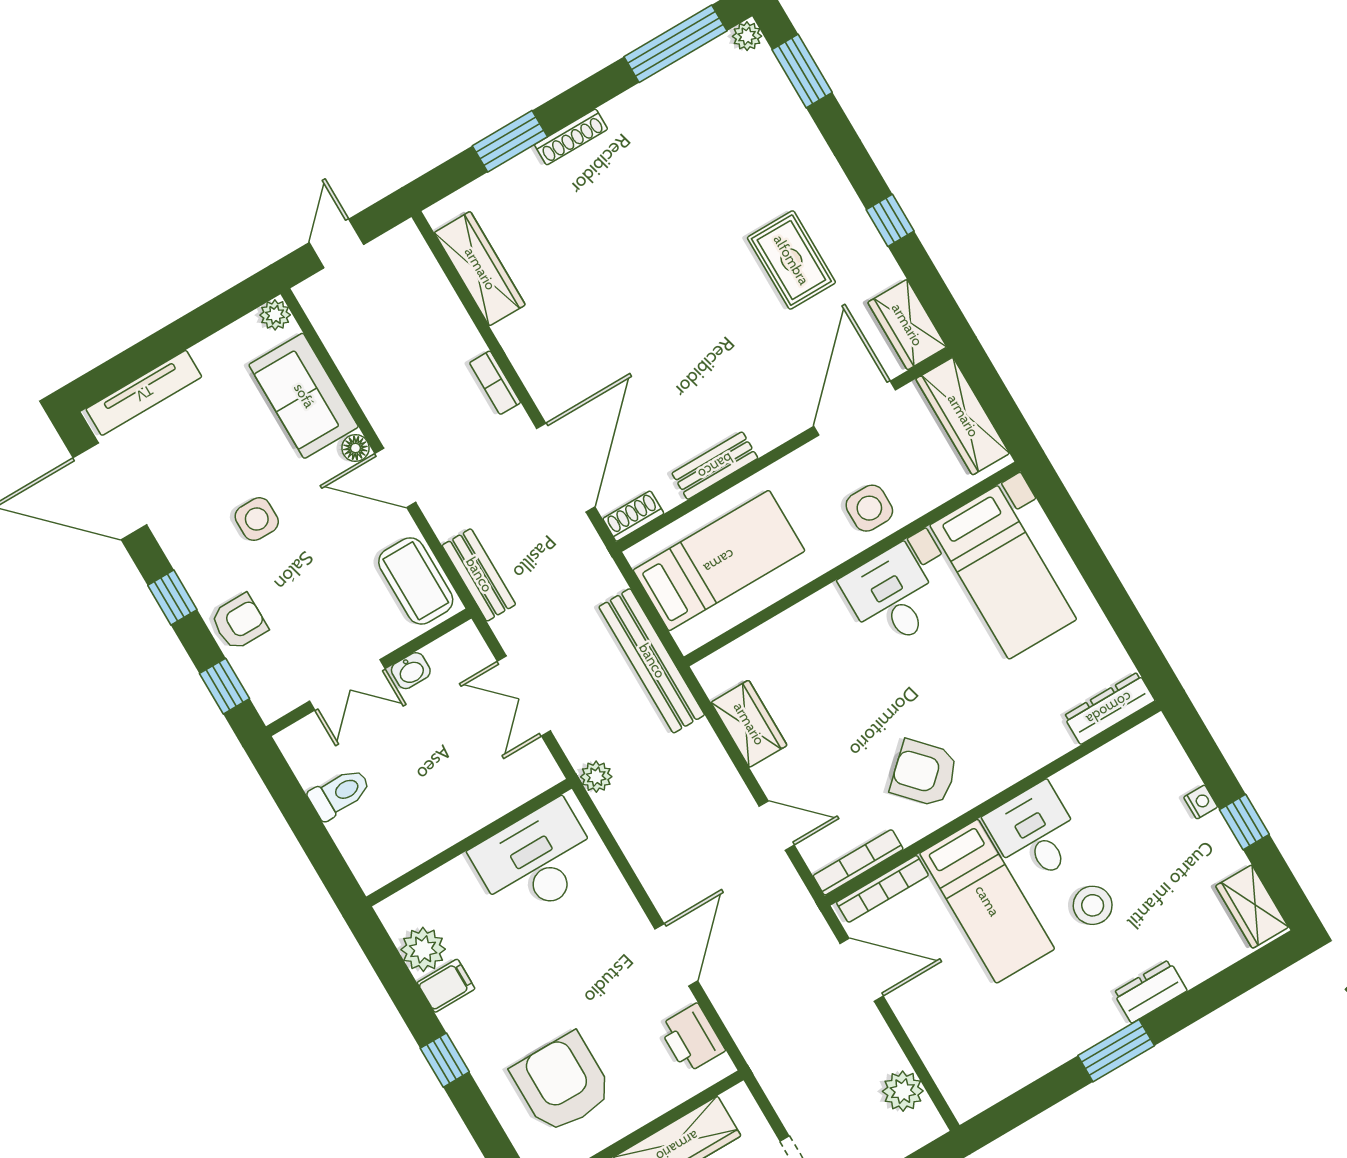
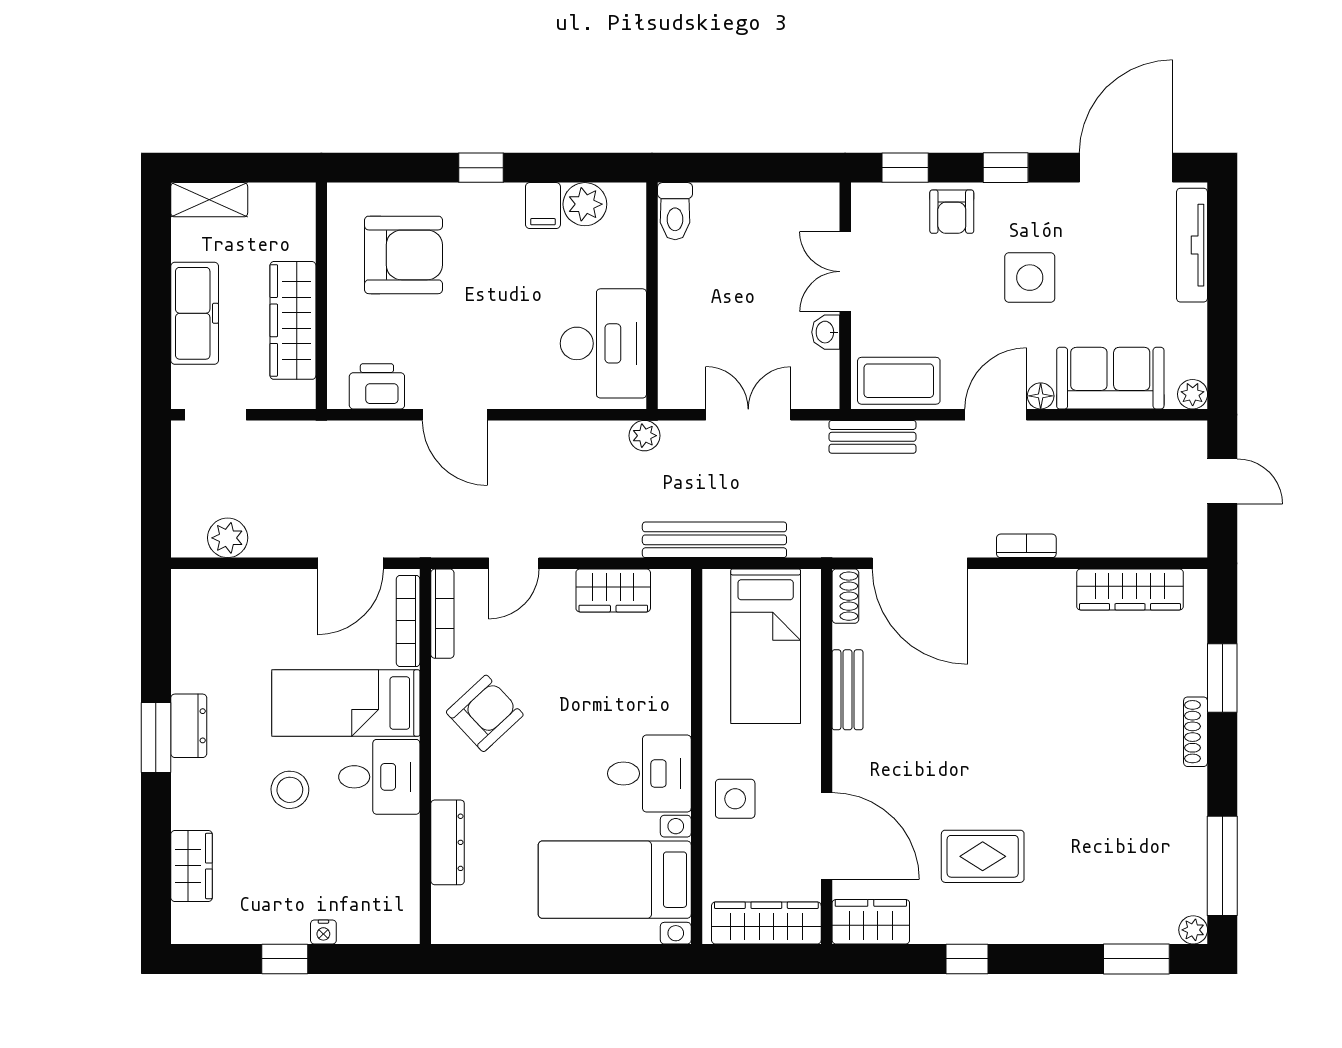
side table: (257, 519) -> (1030, 278), width x1.37, depth x1.37
dresser: (1109, 708) -> (448, 842), moved
toilet: (340, 793) -> (675, 211), moved
wardrobe: (1252, 907) -> (192, 866), moved, turned 90
dresser: (1150, 992) -> (189, 726), moved

